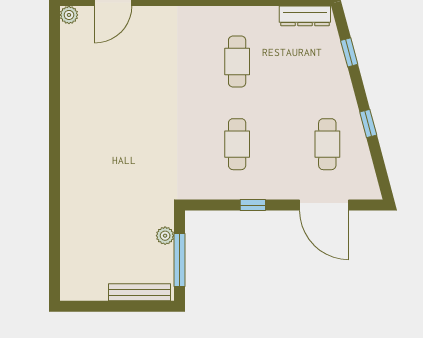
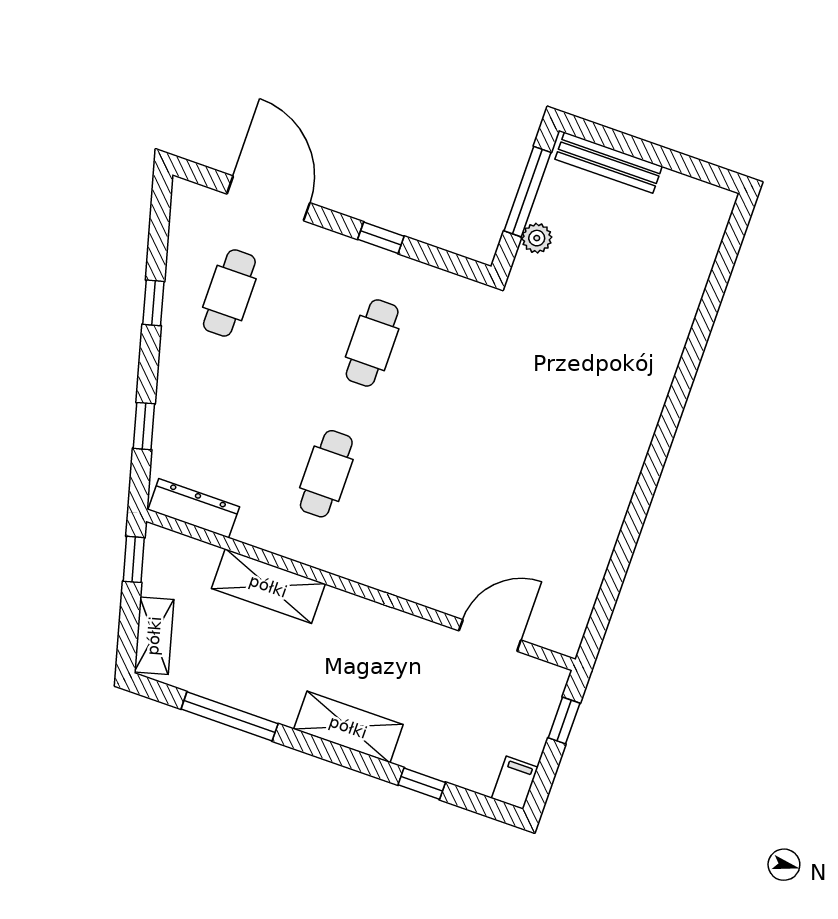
plant: (69, 15) -> (567, 641), removed

